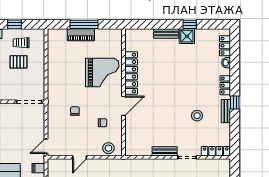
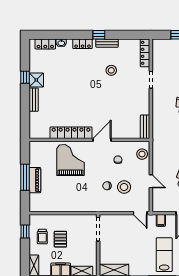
window: (14, 24) -> (25, 231), moved
door: (124, 106) -> (102, 140), hinge flipped
stool: (74, 129) -> (124, 187), added
bench: (165, 151) -> (145, 127), moved

